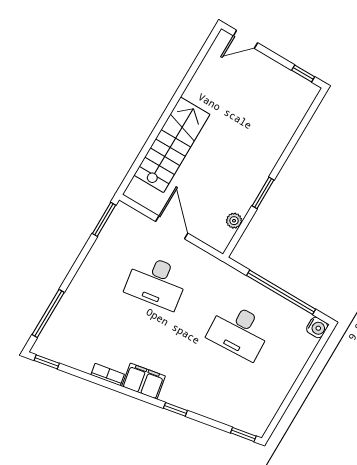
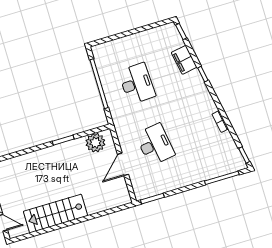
stairs: (172, 145) -> (55, 214), moved
plant: (234, 221) -> (95, 143), width x1.88, depth x1.88
water cooler: (317, 327) -> (97, 50), removed
filing cabinet: (144, 381) -> (184, 60), moved

